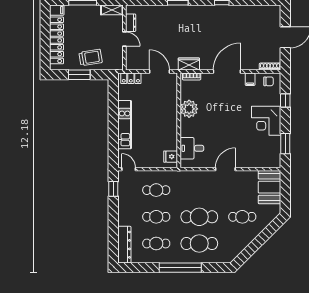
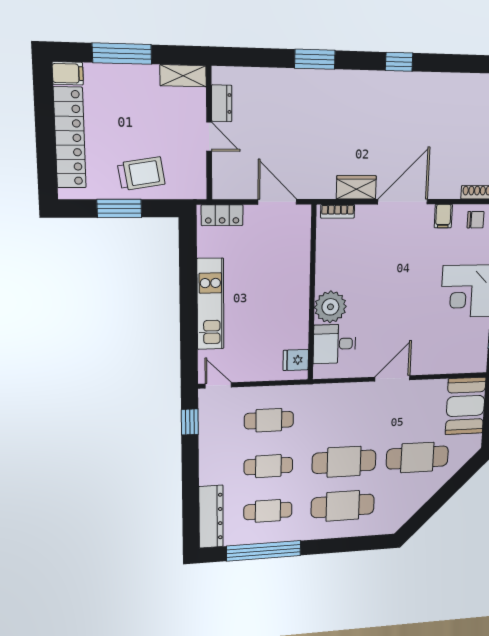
wardrobe: (189, 64) -> (356, 187), moved
plant: (189, 109) -> (330, 307), moved
cafe table: (242, 217) -> (417, 457), width x1.37, depth x1.35
window: (180, 268) -> (264, 551), moved

